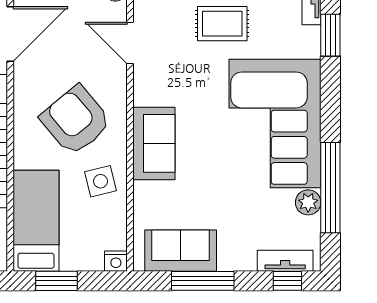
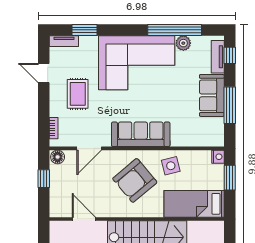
door: (10, 34) -> (84, 219), width x0.73
sofa: (154, 143) -> (141, 134), width x1.36
sofa: (181, 251) -> (212, 95), moved
window: (56, 281) -> (230, 178), moved

